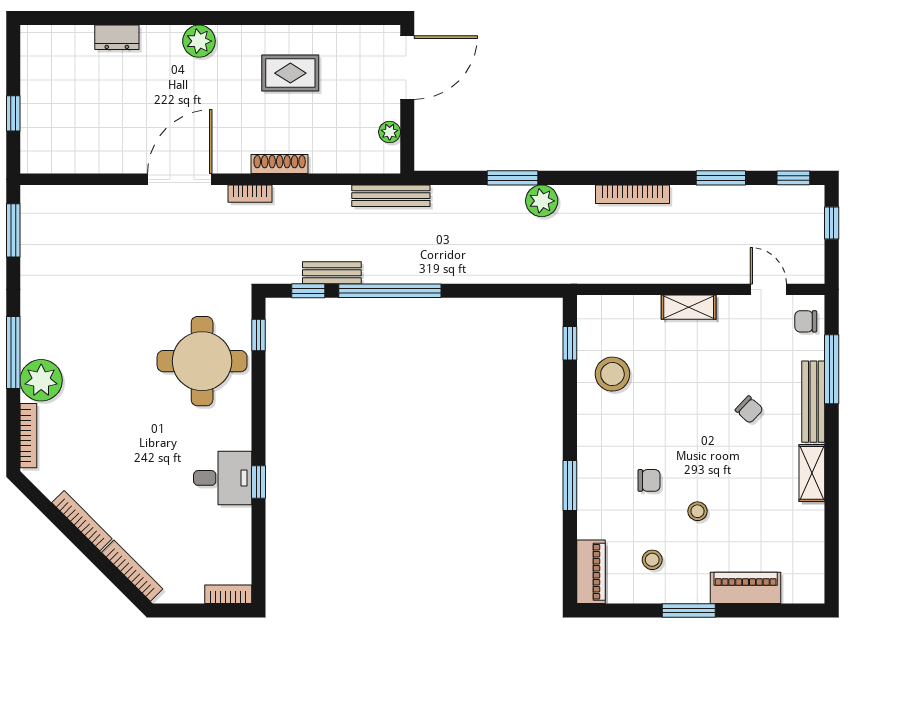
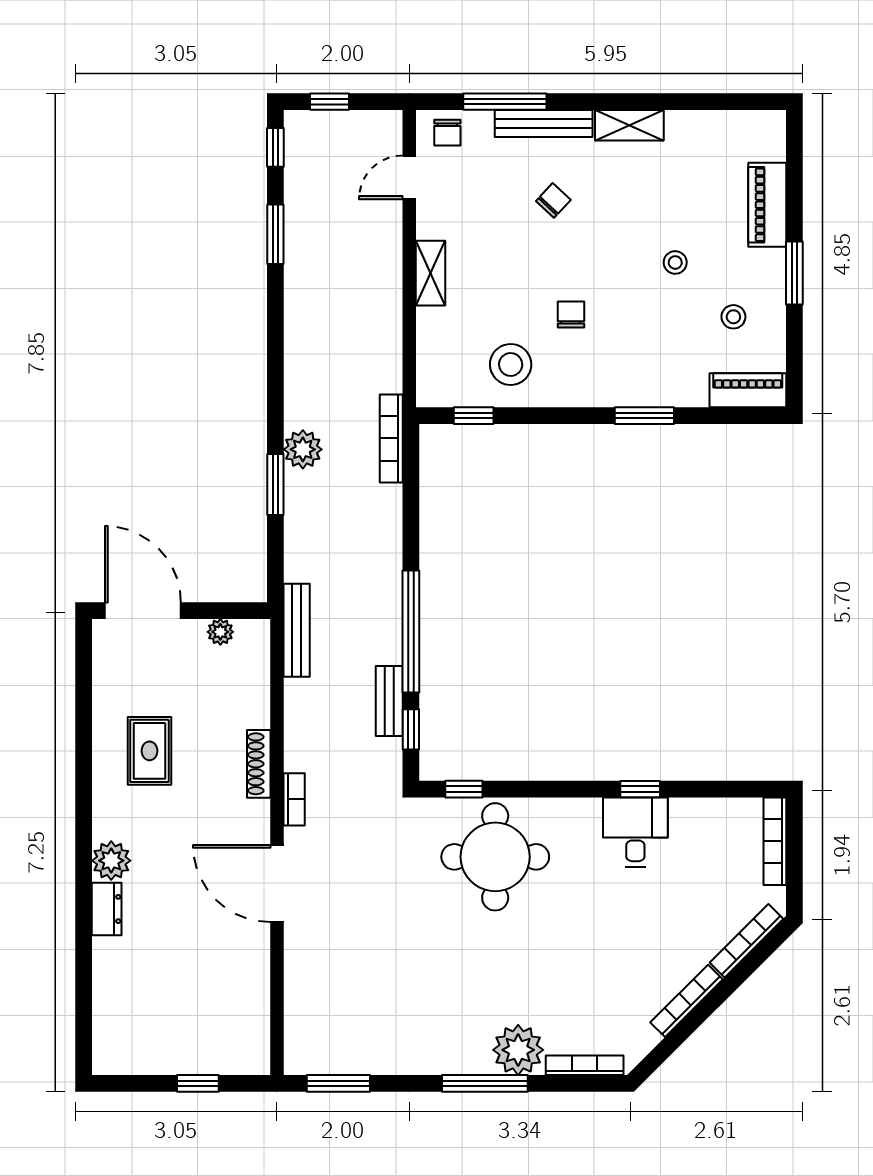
dresser: (117, 37) -> (107, 909), moved
bookcase: (632, 194) -> (391, 438), moved, turned 180
chair: (649, 480) -> (571, 314), moved
bookcase: (228, 594) -> (775, 841), width x1.56

